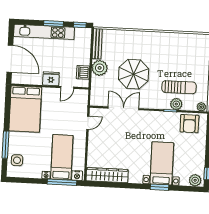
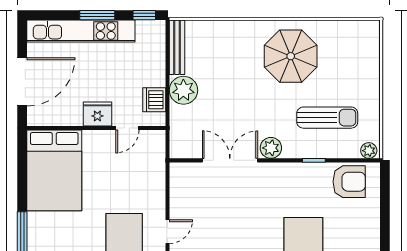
door: (10, 59) -> (22, 82), hinge flipped
parasol: (134, 74) -> (291, 56), moved
plant: (176, 104) -> (271, 148), moved
door: (88, 123) -> (167, 232), moved
armchair: (189, 124) -> (349, 182), turned -90

